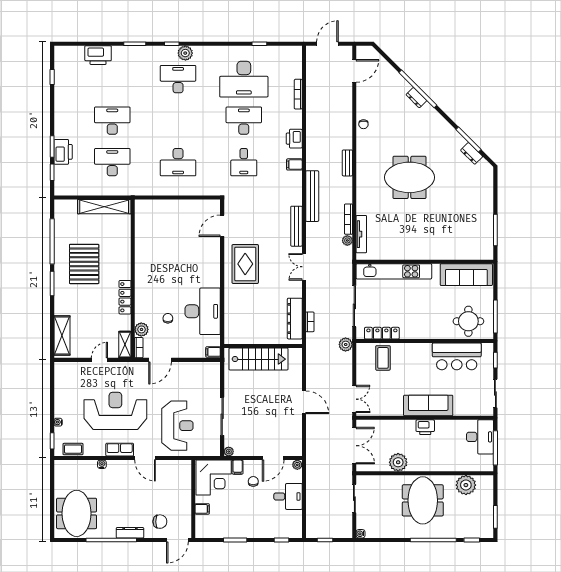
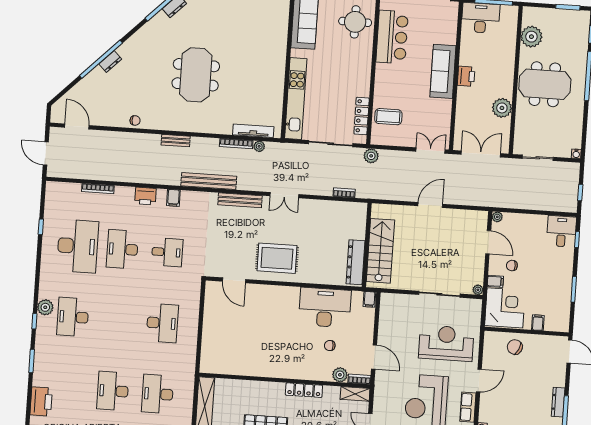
dresser: (295, 319) -> (356, 262), moved, turned 90
desk: (288, 496) -> (561, 231), moved
chair: (160, 522) -> (515, 347), moved, turned -65

